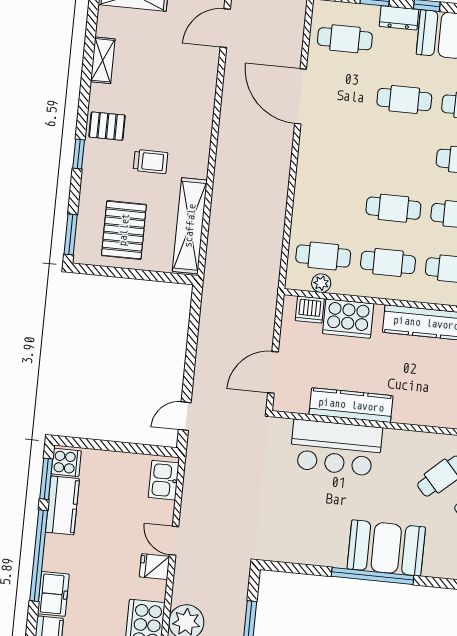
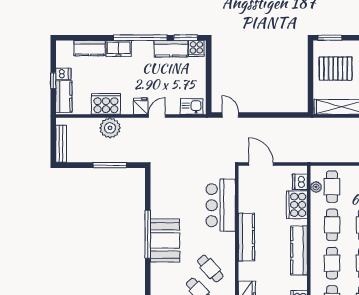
kitchen counter: (351, 405) -> (246, 237), moved

